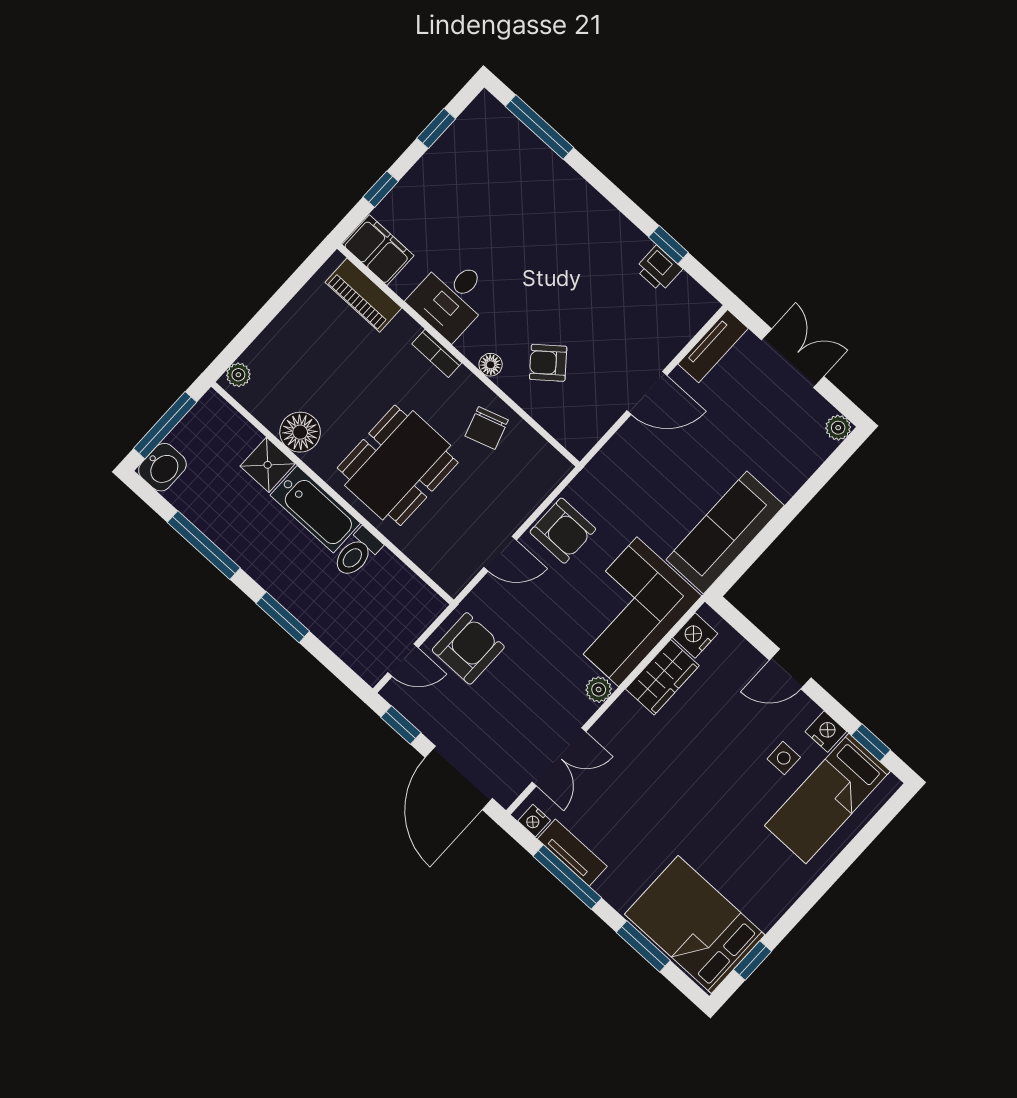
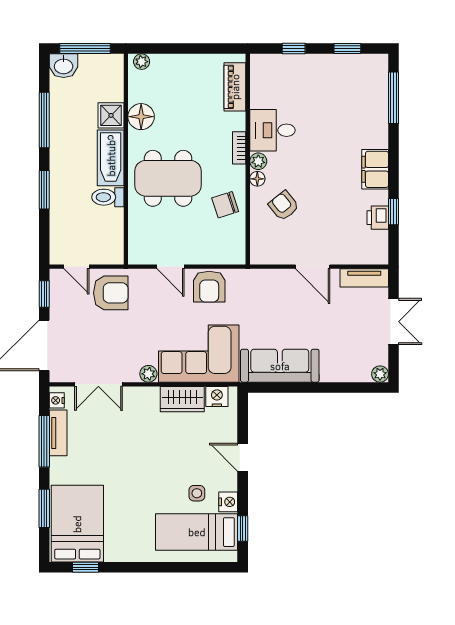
filing cabinet: (378, 250) -> (375, 169), moved, turned 180
plant: (472, 346) -> (258, 161), added

